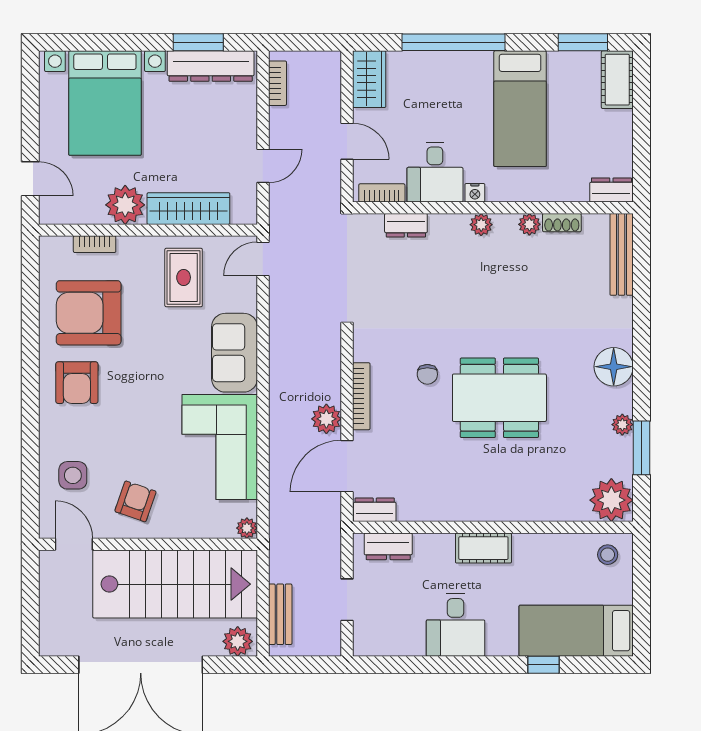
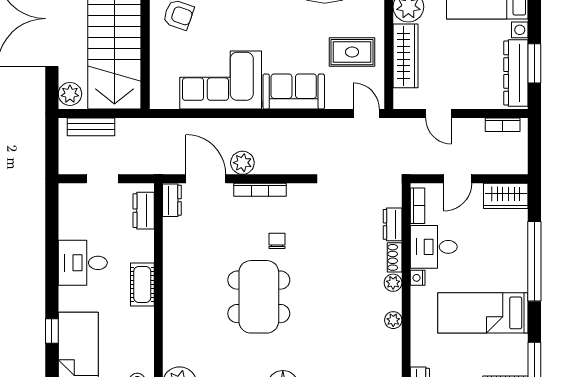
shoe rack: (562, 223) -> (395, 257), moved
chair: (427, 374) -> (277, 241), turned 90
plant: (247, 528) -> (158, 101), removed

